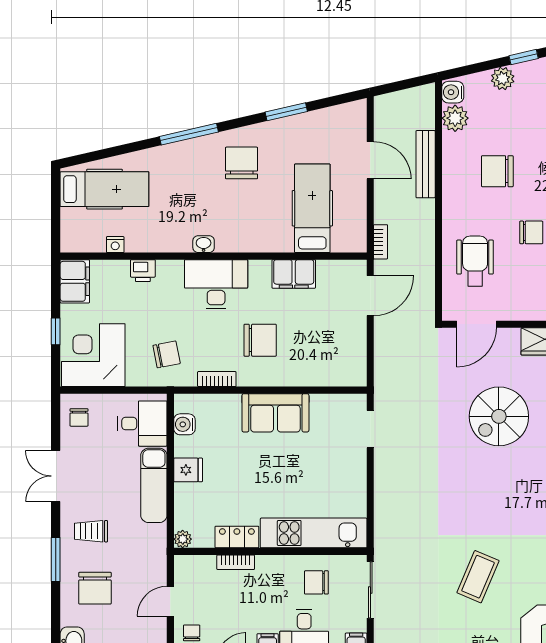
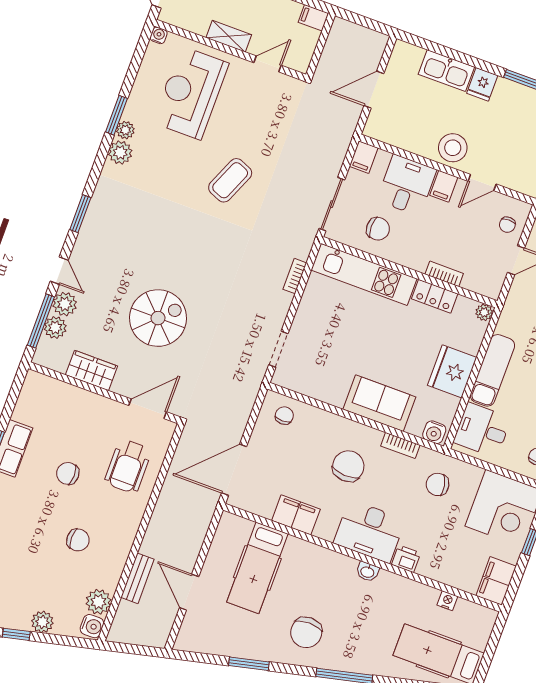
bench: (426, 164) -> (137, 578), width x0.73
chair: (497, 171) -> (78, 540), width x0.73, depth x0.73
bookcase: (381, 242) -> (295, 276), moved
printer: (143, 271) -> (406, 559), moved
door: (370, 296) -> (234, 470), width x1.36
chair: (260, 340) -> (348, 466), turned 93
chair: (341, 367) -> (284, 416), added
sofa: (275, 413) -> (379, 403), moved
water cooler: (184, 424) -> (434, 432), moved, turned 90
fridge: (188, 470) -> (452, 371), width x1.88, depth x1.34

